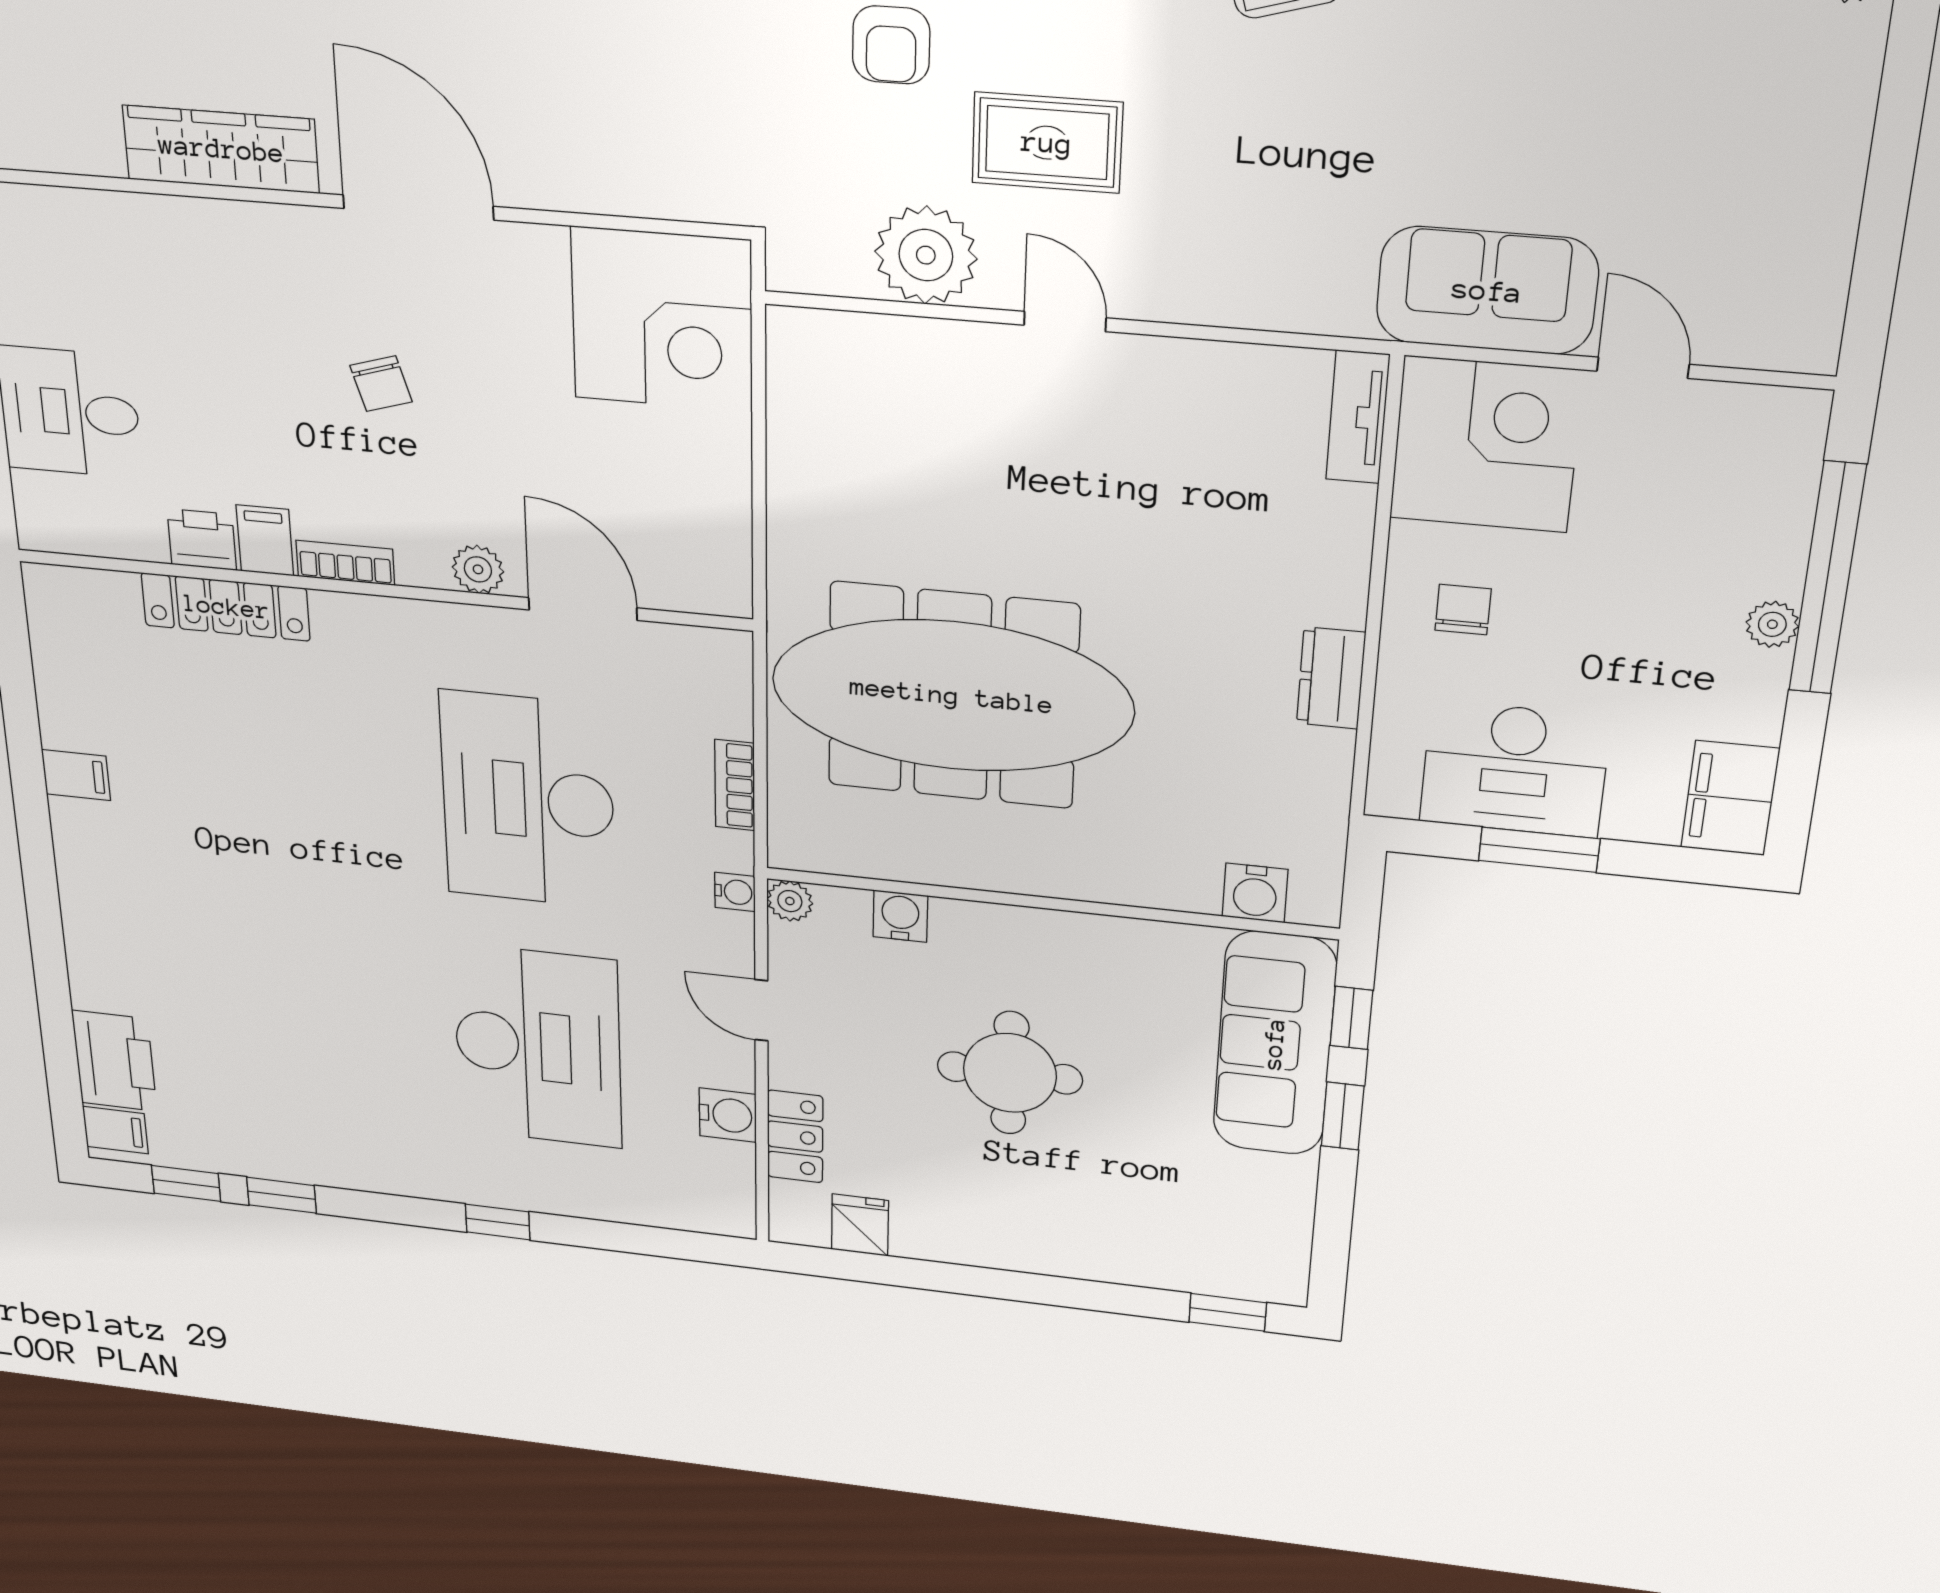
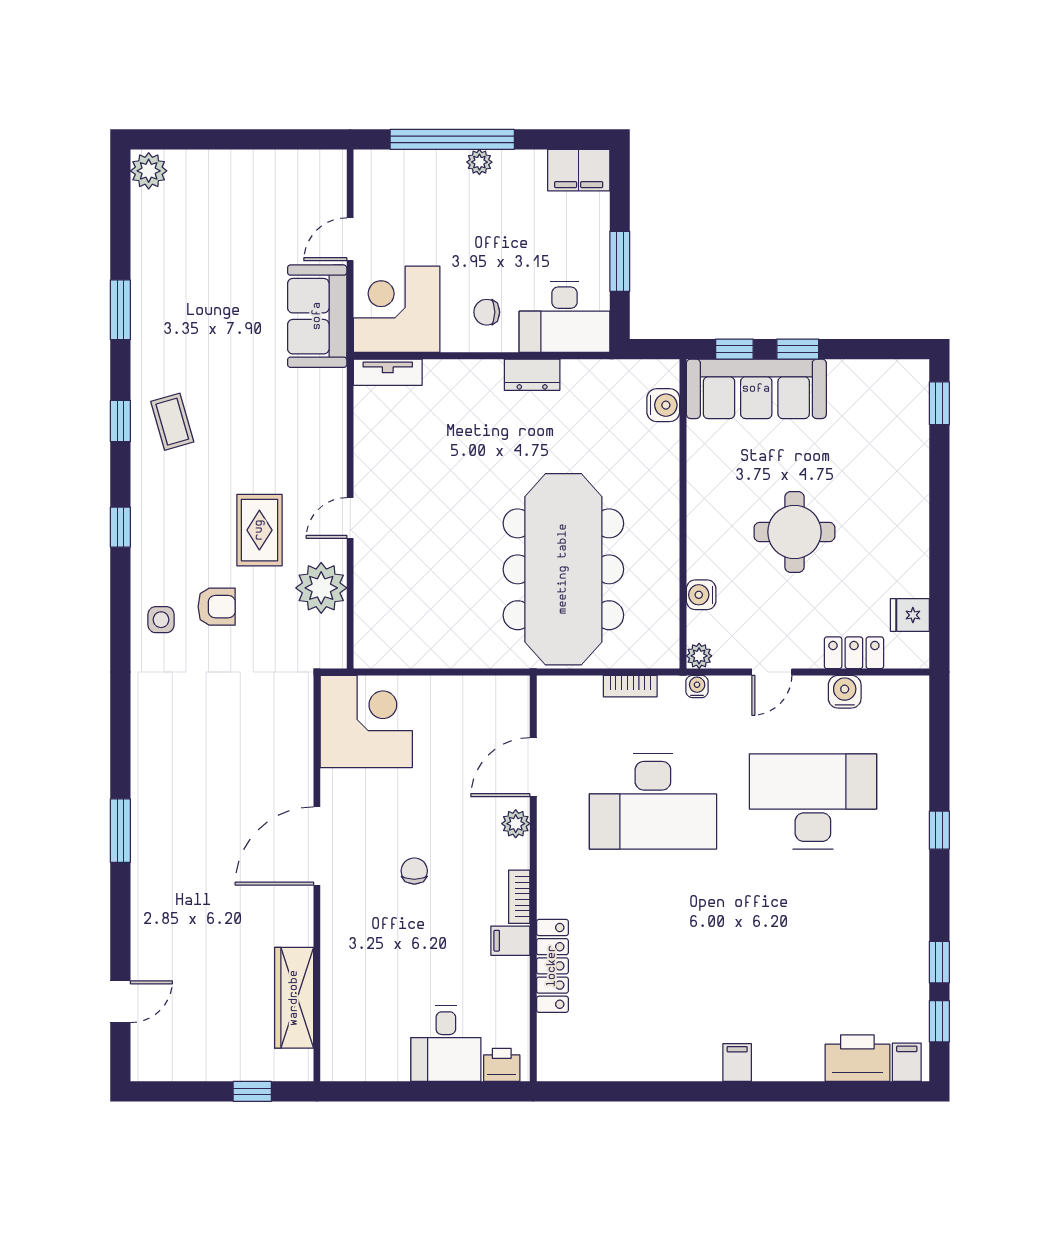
wardrobe: (221, 149) -> (294, 998), moved
chair: (381, 384) -> (414, 871), turned -73
printer: (202, 540) -> (502, 1065), moved, turned 90
desk: (1515, 769) -> (564, 317), moved, turned 90
filing cabinet: (76, 775) -> (737, 1062), moved

